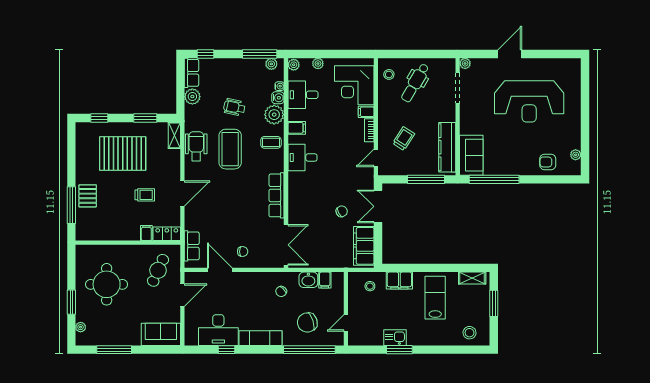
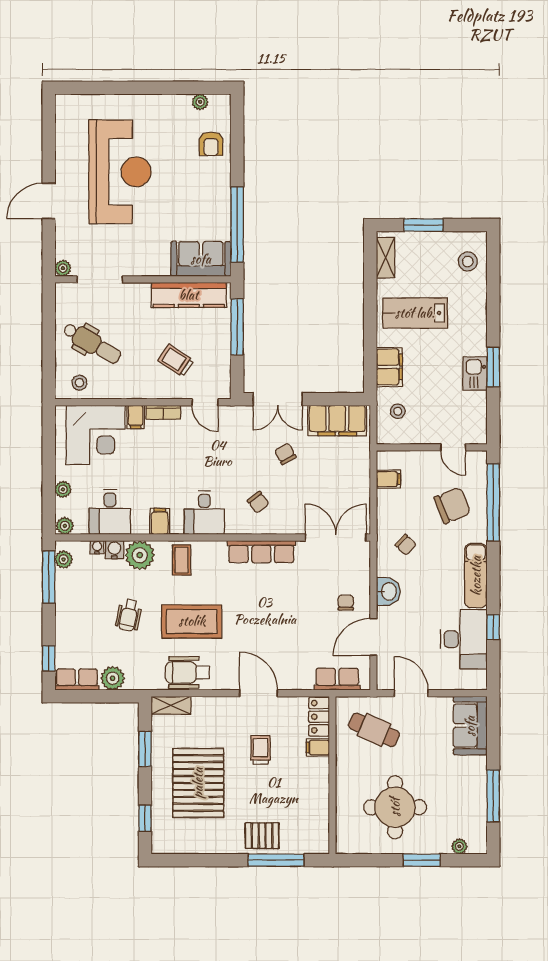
door: (510, 54) -> (49, 201), hinge flipped
chair: (309, 193) -> (258, 502), added
washbasin: (308, 280) -> (388, 592), moved
chair: (307, 322) -> (452, 505), turned -94

